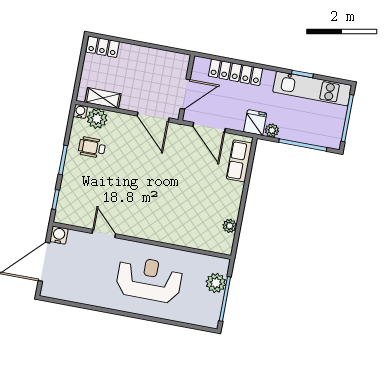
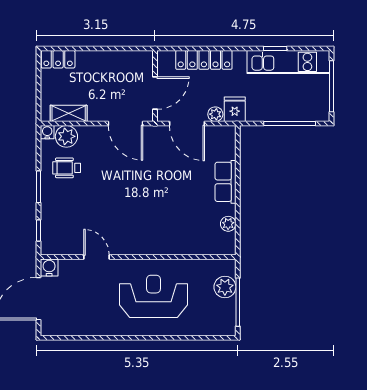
plant: (272, 130) -> (215, 114), moved
row of seats: (239, 161) -> (225, 182), moved

